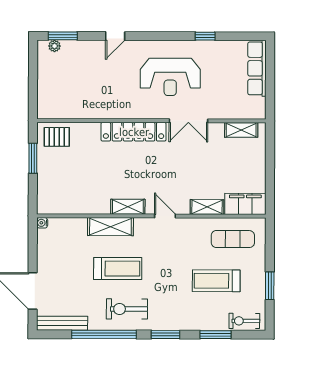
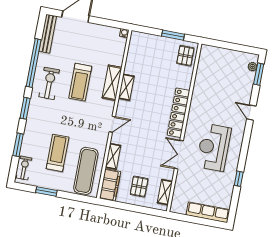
pallet: (240, 165) -> (139, 187), added
shelving: (128, 207) -> (126, 87), moved
exercise mat: (233, 239) -> (86, 171), width x1.36, depth x1.45

